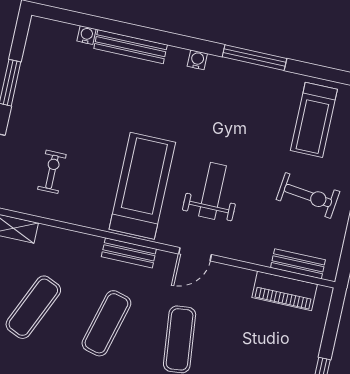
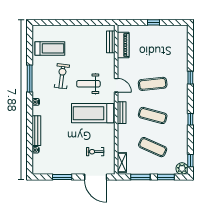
exercise bike: (308, 196) -> (62, 76), moved

